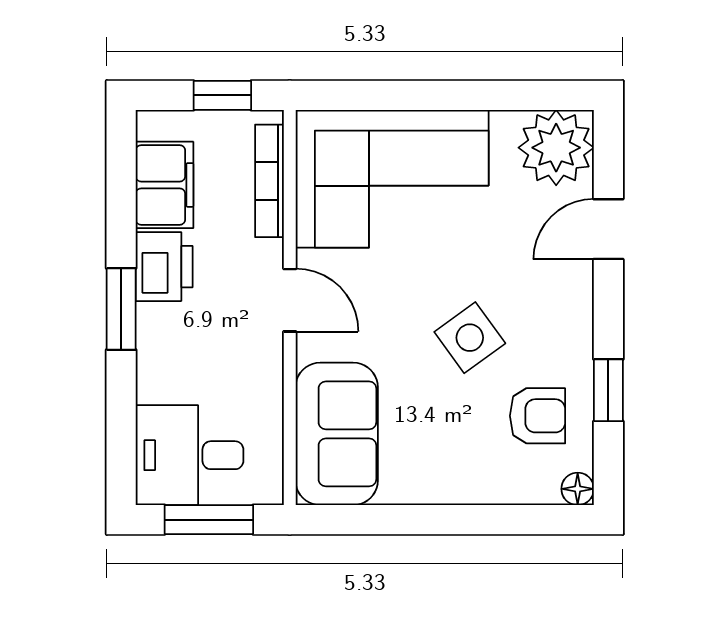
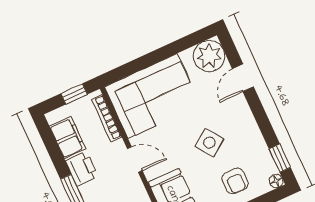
window: (608, 390) -> (280, 158), moved
armchair: (537, 416) -> (235, 181), moved, turned 90

